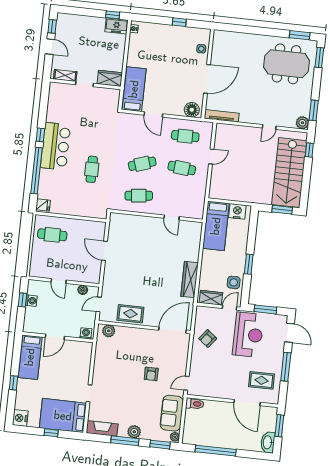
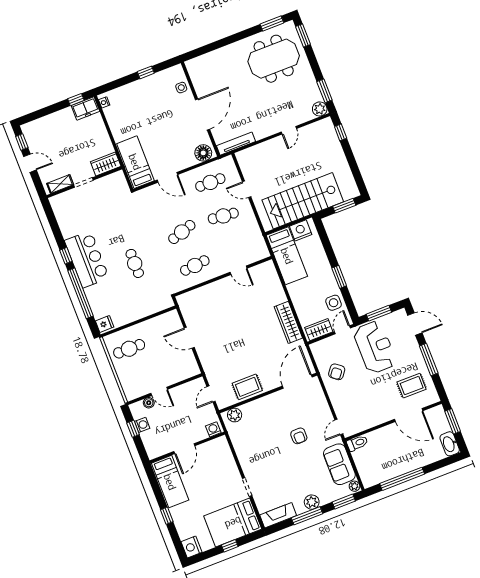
door: (211, 156) -> (247, 189), swing flipped
stairs: (289, 173) -> (303, 201), moved, turned 90
boiler: (83, 290) -> (149, 403), moved

